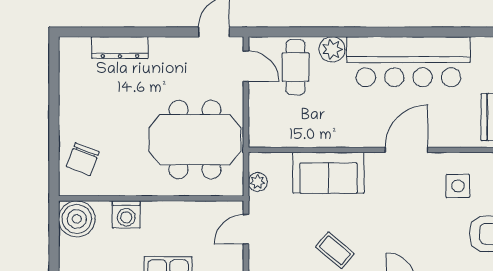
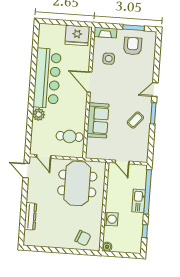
door: (246, 66) -> (44, 156), swing flipped
cafe table: (296, 67) -> (70, 136), moved
plant: (258, 182) -> (100, 155), removed
boiler: (77, 219) -> (107, 247), width x0.54, depth x0.54

